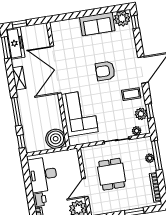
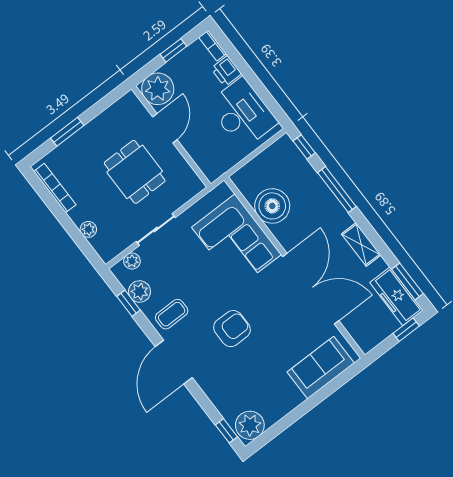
sofa: (97, 24) -> (321, 368), moved
boiler: (56, 139) -> (272, 206), moved
window: (157, 155) -> (80, 240), removed

